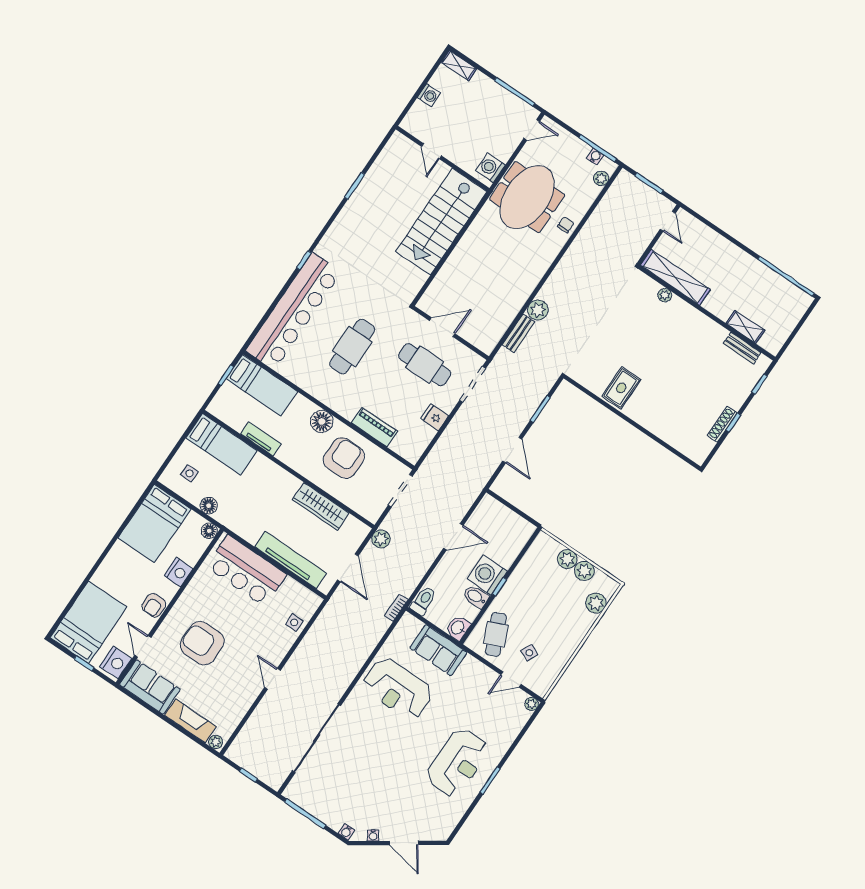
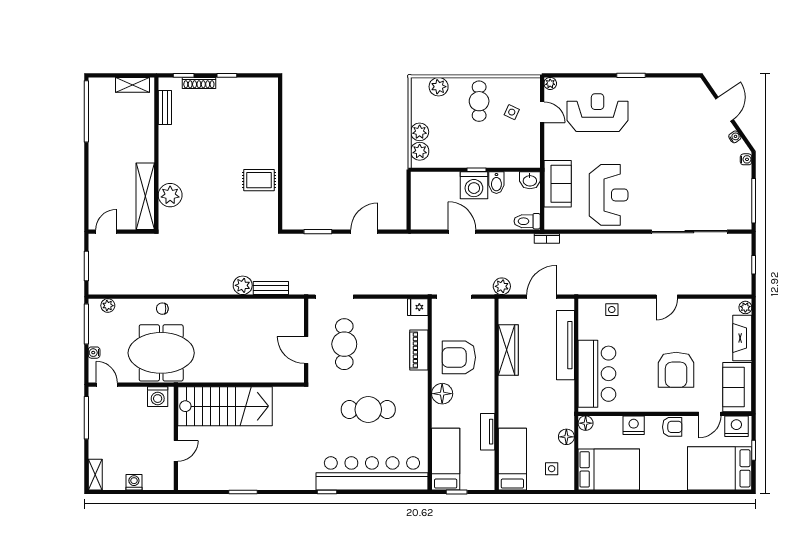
water cooler: (595, 157) -> (94, 353), moved
plant: (665, 295) -> (170, 195), width x1.88, depth x1.88
shelving: (745, 327) -> (133, 85), moved, turned 90
fridge: (435, 417) -> (418, 307), moved, turned 90
shoe rack: (722, 424) -> (199, 83), moved
plant: (584, 571) -> (420, 151), moved
cafe table: (496, 634) -> (479, 101), moved, turned -66
reception desk: (457, 762) -> (598, 113), moved

